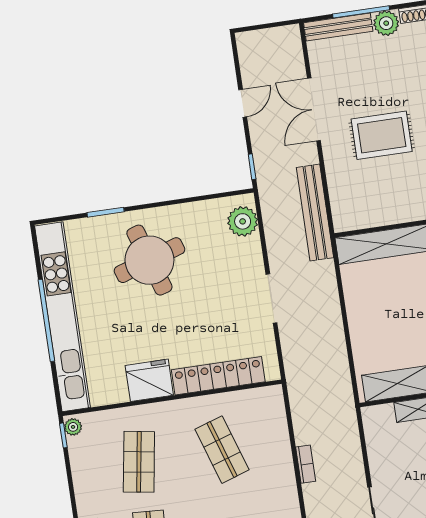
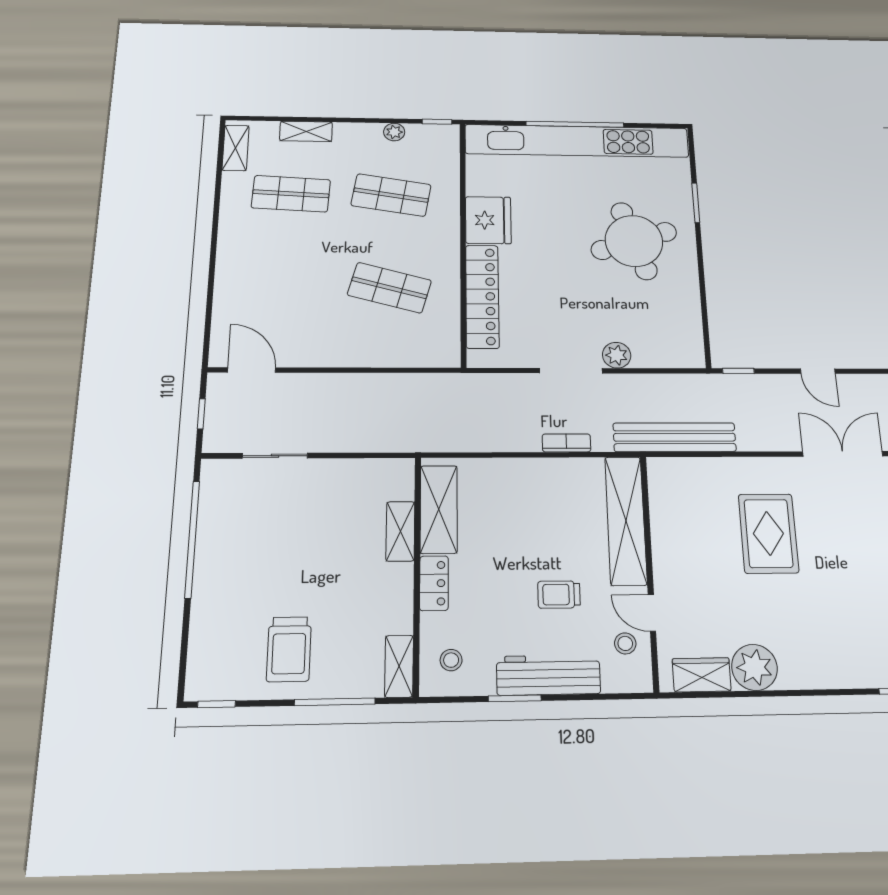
double door: (314, 109) -> (843, 454), moved
plant: (243, 221) -> (617, 355), moved, width x0.73, depth x0.73
plant: (73, 427) -> (394, 132), moved
shop shelf: (222, 450) -> (389, 288), turned 33
bookcase: (306, 464) -> (566, 443), moved, turned 180

